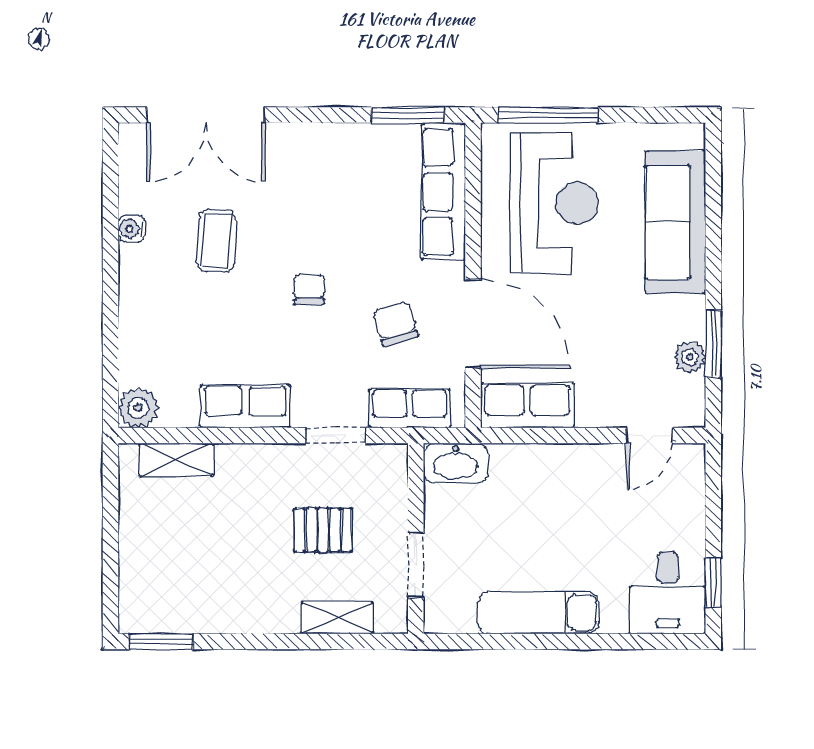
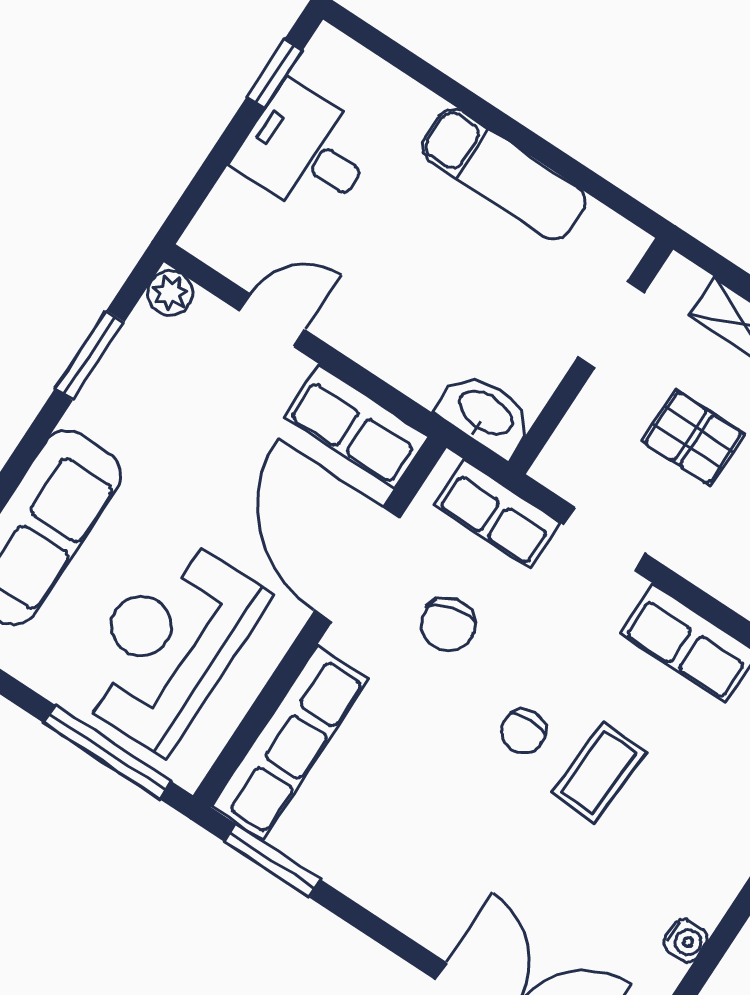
coffee table: (216, 240) -> (599, 772), moved
plant: (690, 357) -> (170, 293), moved
door: (649, 436) -> (272, 320), moved
desk: (668, 593) -> (306, 151), moved, turned -90

